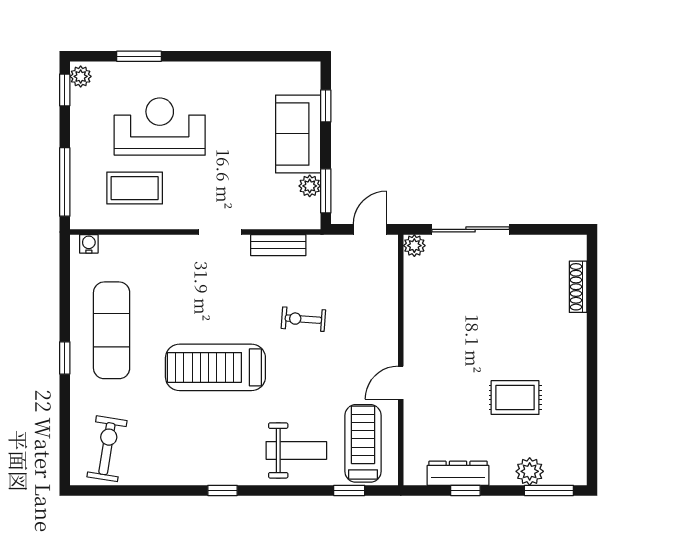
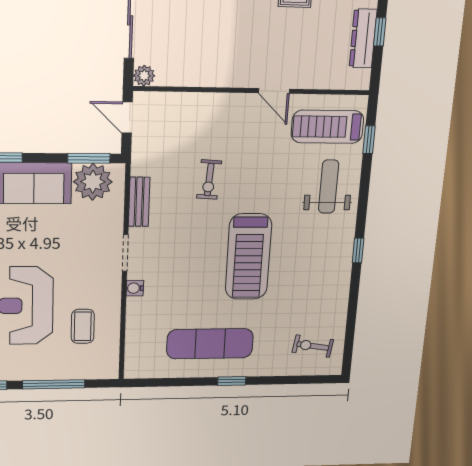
window: (65, 182) -> (54, 384), moved
plant: (310, 186) -> (93, 182), width x1.87, depth x1.87
coffee table: (135, 188) -> (83, 326), width x0.73, depth x0.77
water cooler: (89, 244) -> (135, 288), moved
exercise bike: (107, 449) -> (313, 346), width x0.73, depth x0.72

